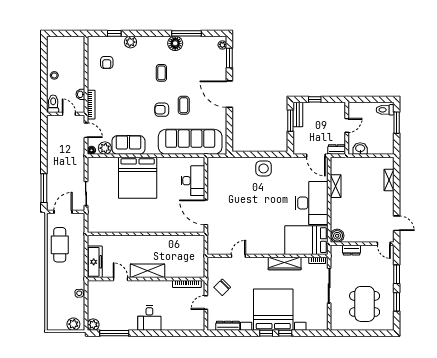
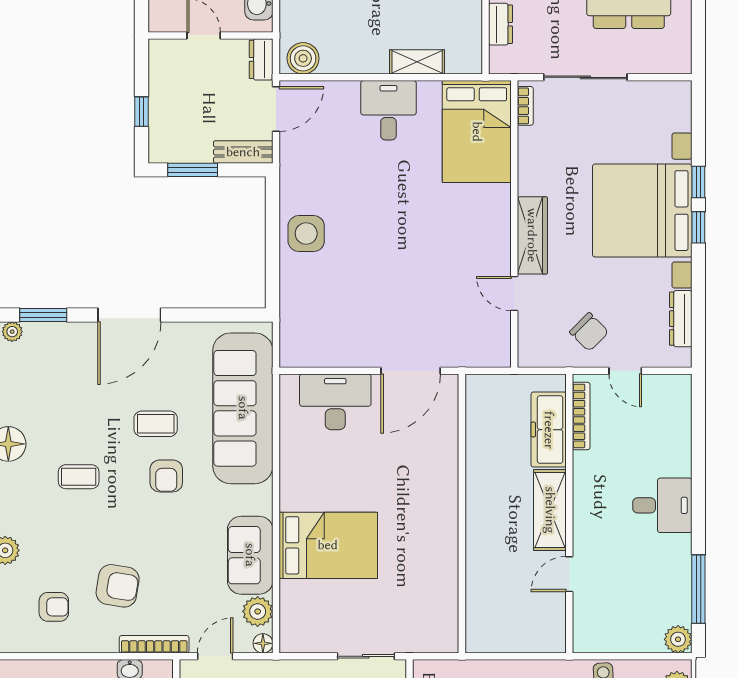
armchair: (116, 89) -> (118, 586), added
bench: (298, 114) -> (243, 152), moved
bed: (138, 178) -> (328, 545), width x0.73
shelving: (336, 186) -> (417, 62), moved
desk: (312, 203) -> (388, 110), width x0.53, depth x0.77
boiler: (337, 236) -> (303, 58), moved
freezer: (95, 262) -> (549, 430), moved, turned -90
wardrobe: (285, 263) -> (532, 235), moved

